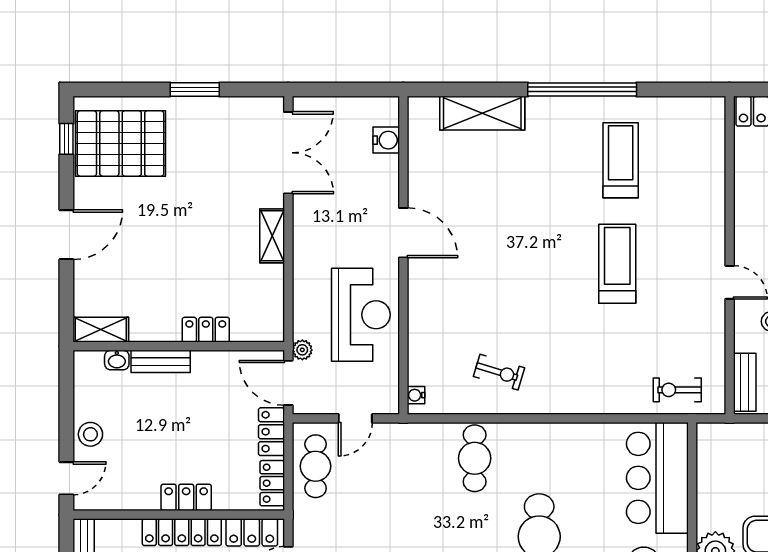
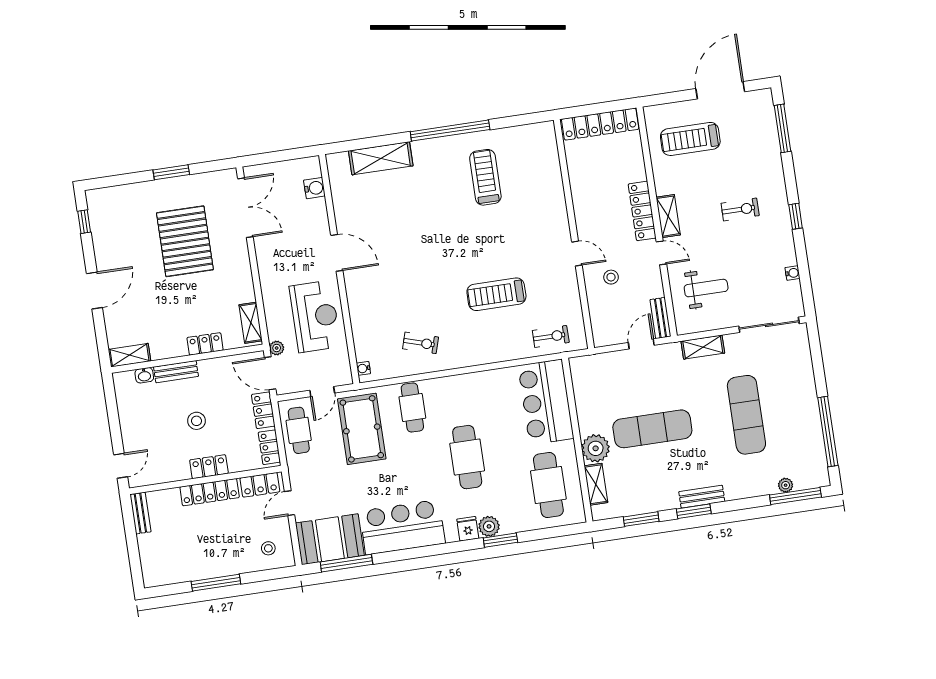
pallet: (121, 143) -> (185, 241), moved, turned 90
shelving: (272, 236) -> (251, 323), moved
treadmill: (617, 264) -> (496, 294), moved, turned -90
bench: (745, 382) -> (598, 324), removed
exercise bike: (677, 390) -> (551, 336), turned 180
stool: (90, 434) -> (196, 421), moved
pool table: (402, 477) -> (362, 429), added

